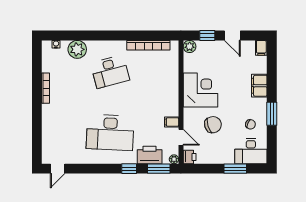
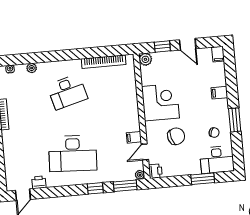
plant: (77, 49) -> (32, 68), width x0.53, depth x0.53
filing cabinet: (259, 86) -> (219, 93), width x0.50
door: (181, 137) -> (145, 152), swing flipped
printer: (150, 155) -> (39, 182), moved, width x0.53, depth x0.68

